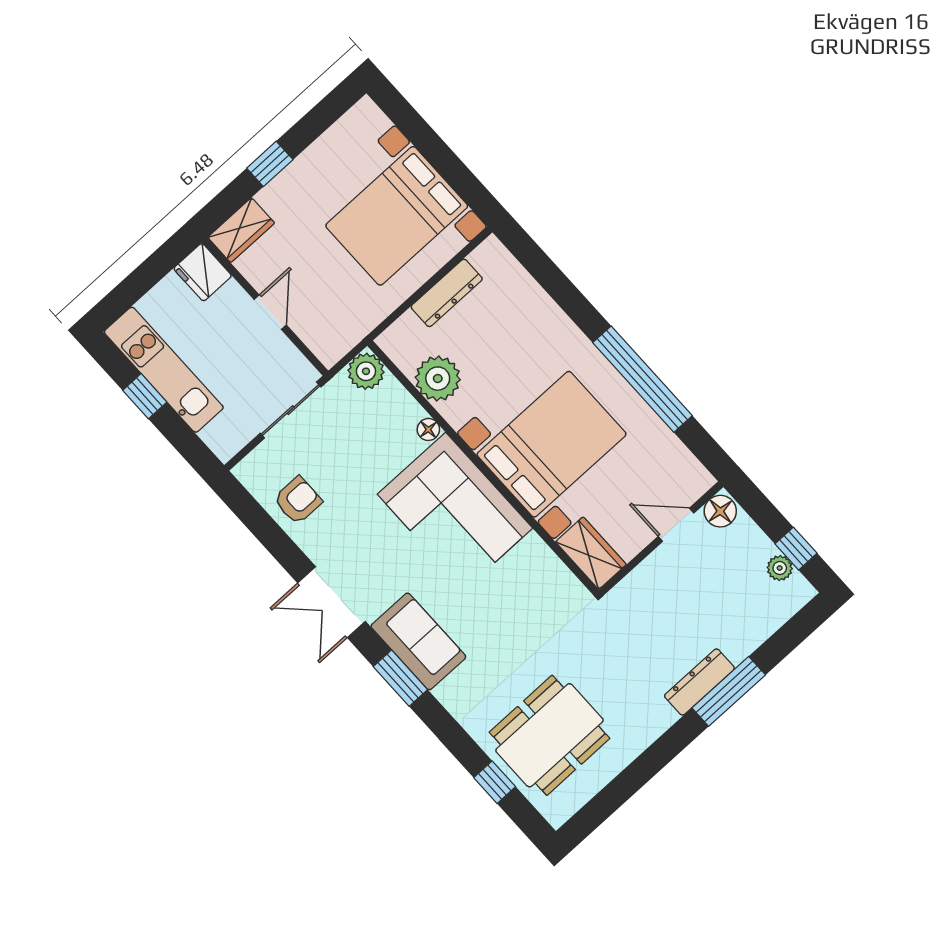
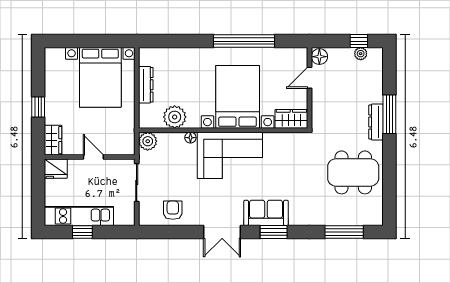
dining table: (550, 735) -> (353, 172), moved, turned 90
window: (495, 782) -> (344, 232), width x2.17

